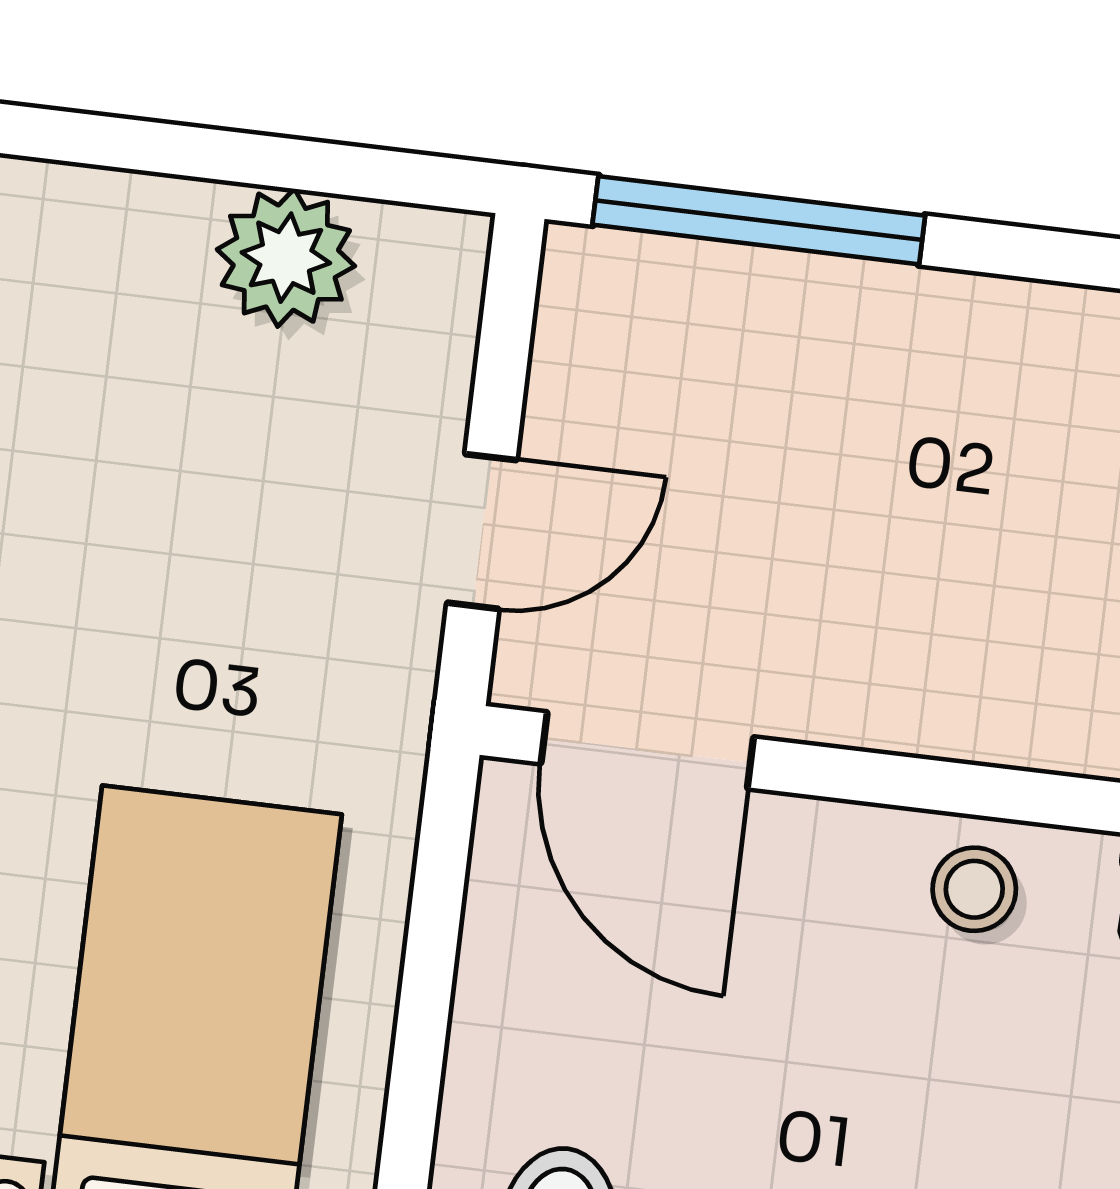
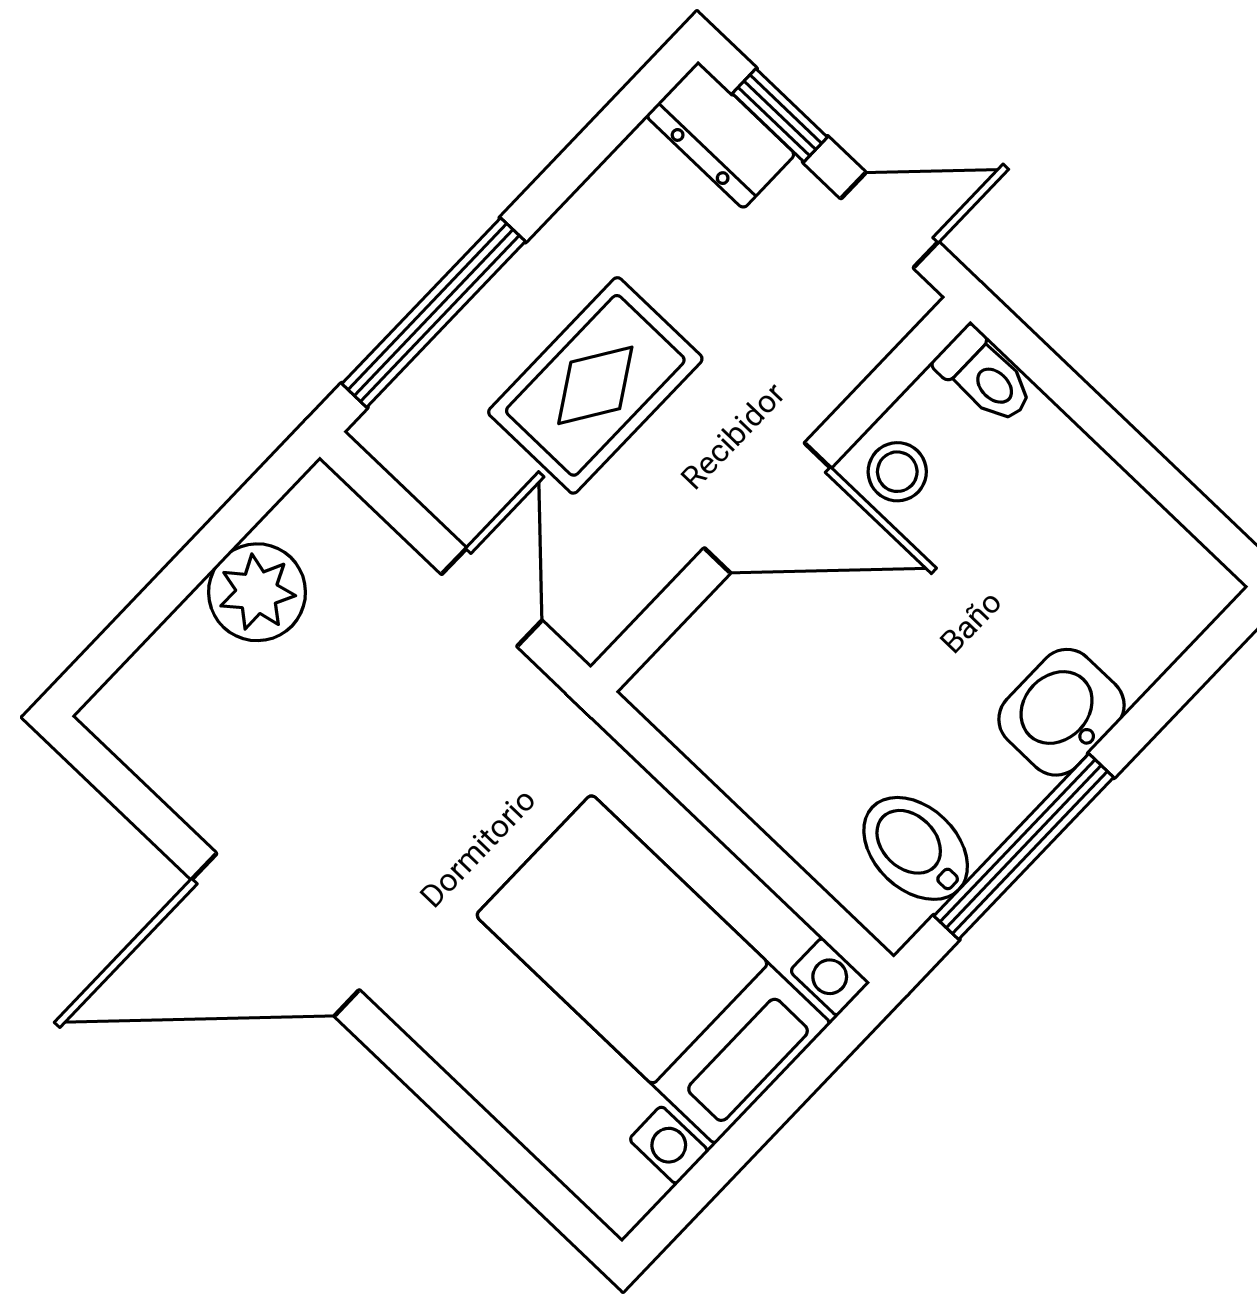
rug: (814, 468) -> (595, 385), added
door: (647, 750) -> (768, 508), moved

